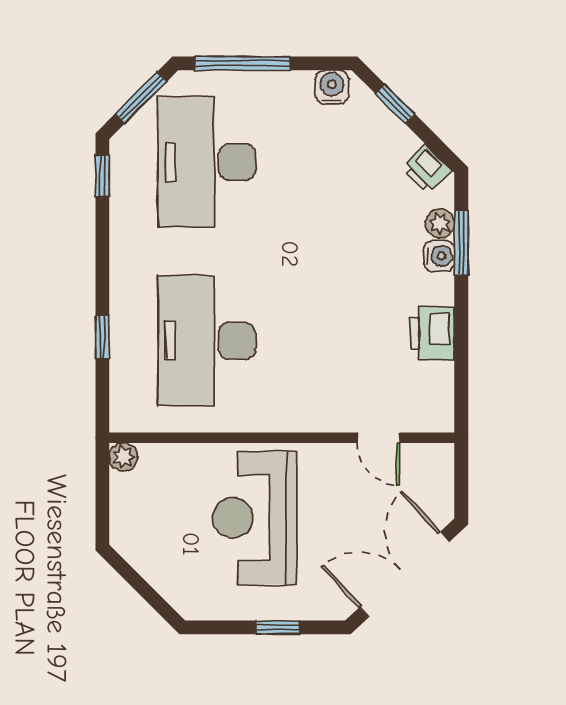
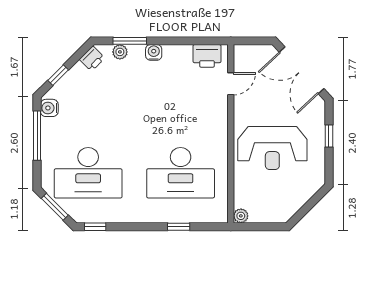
window: (242, 63) -> (37, 136), moved
water cooler: (439, 256) -> (154, 52), moved
printer: (432, 334) -> (207, 56), moved

